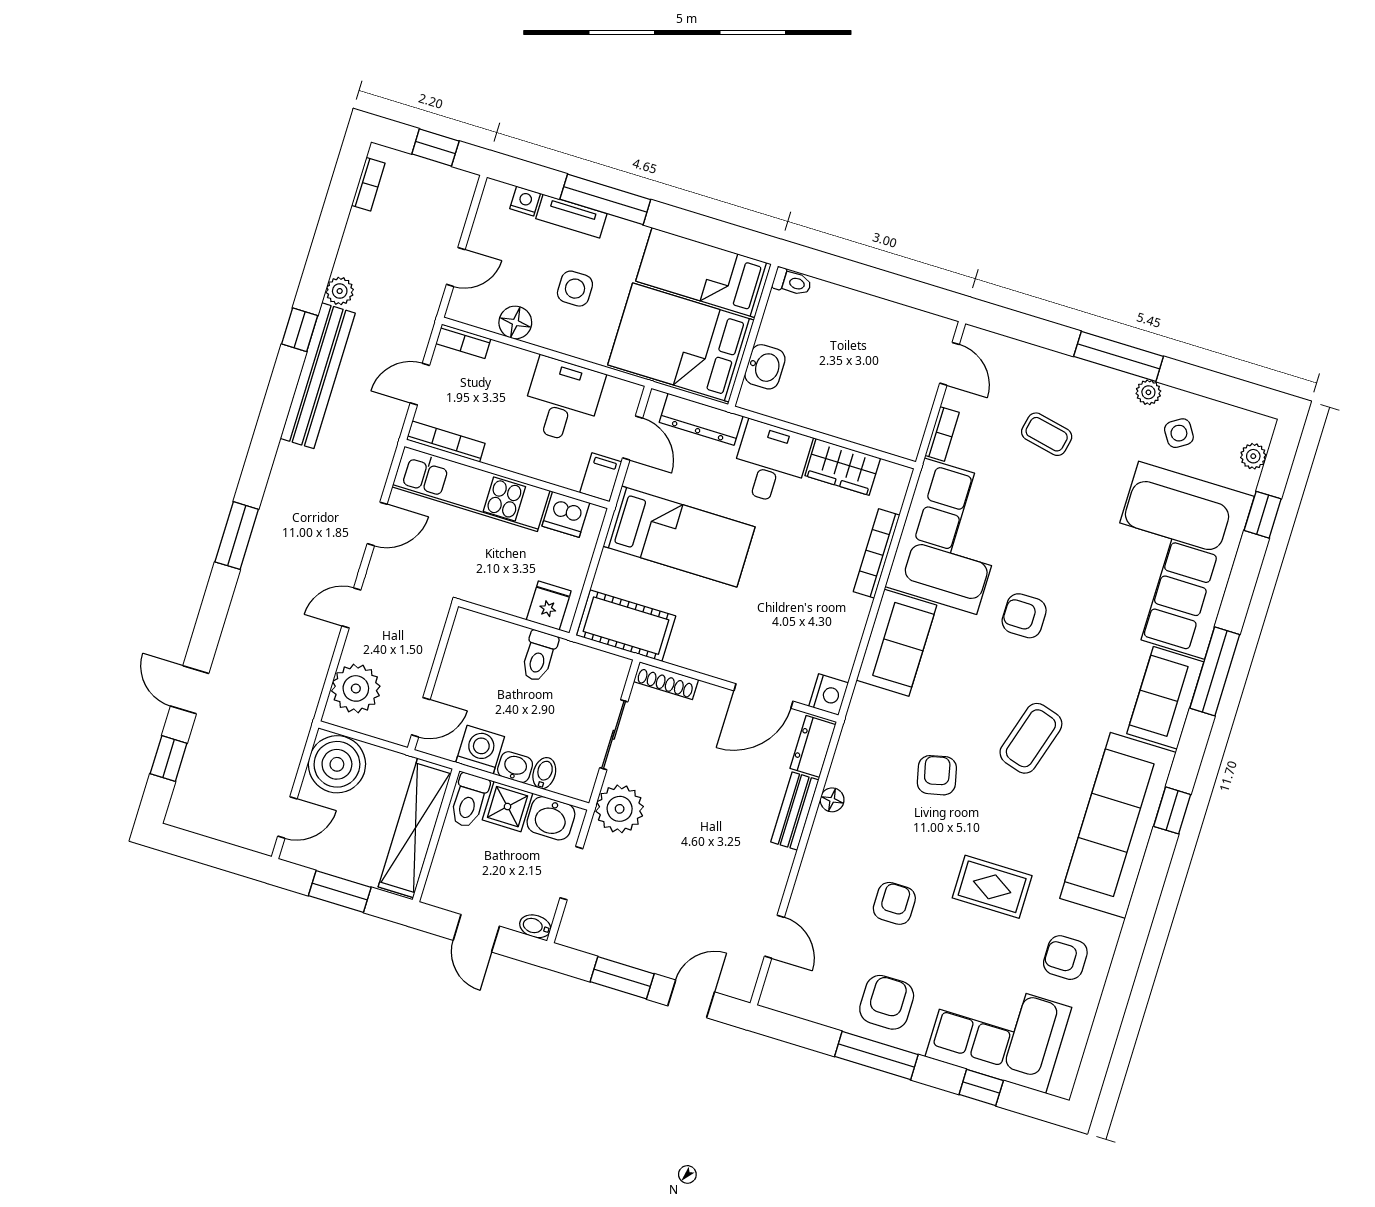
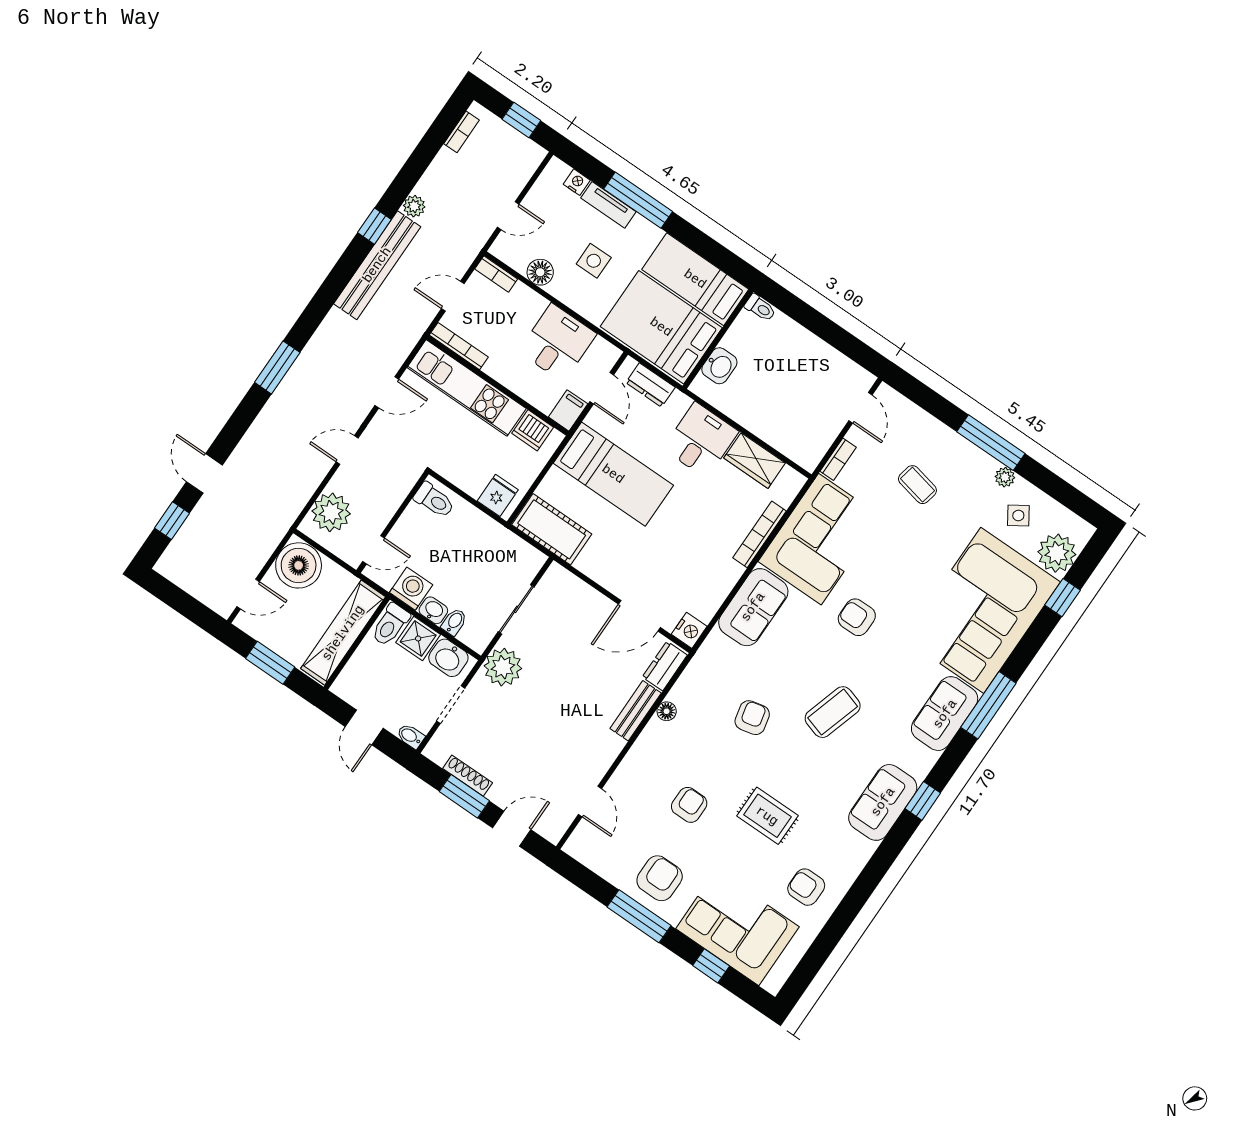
dresser: (701, 419) -> (650, 385), width x0.70
plant: (1253, 456) -> (1057, 553), width x1.88, depth x1.88
toilet: (539, 656) -> (434, 500), moved, turned -90
shoe rack: (666, 681) -> (468, 776), moved, turned 180
sofa: (1118, 825) -> (883, 802), width x0.54, depth x0.79

